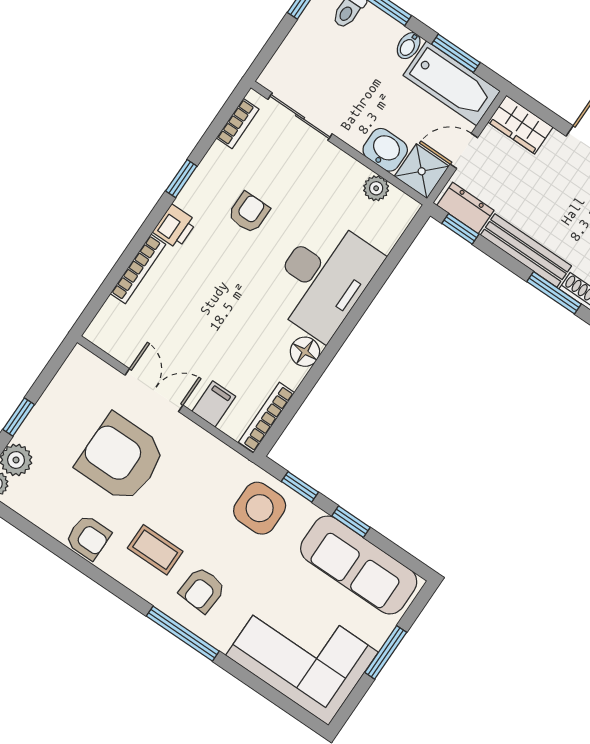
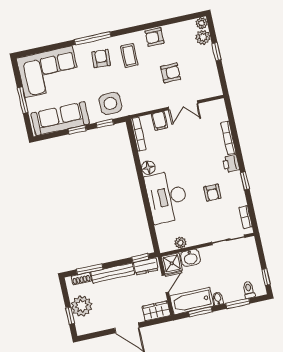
armchair: (121, 458) -> (171, 73), width x0.53, depth x0.53
coffee table: (155, 550) -> (129, 55), turned 90

